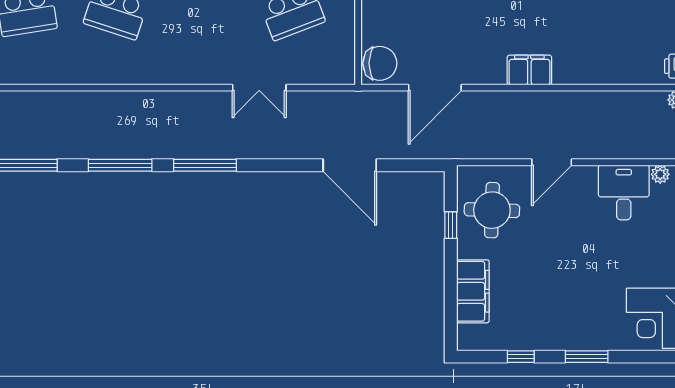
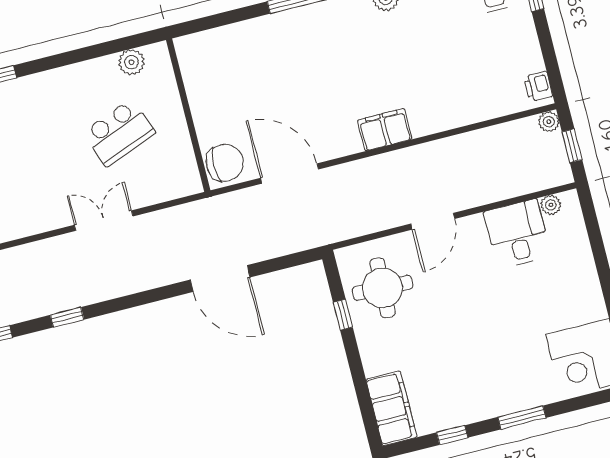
double door: (259, 88) -> (104, 221), swing flipped
door: (435, 88) -> (289, 174), swing flipped
window: (205, 165) -> (67, 317), width x0.46
filing cabinet: (473, 291) -> (392, 408), moved

